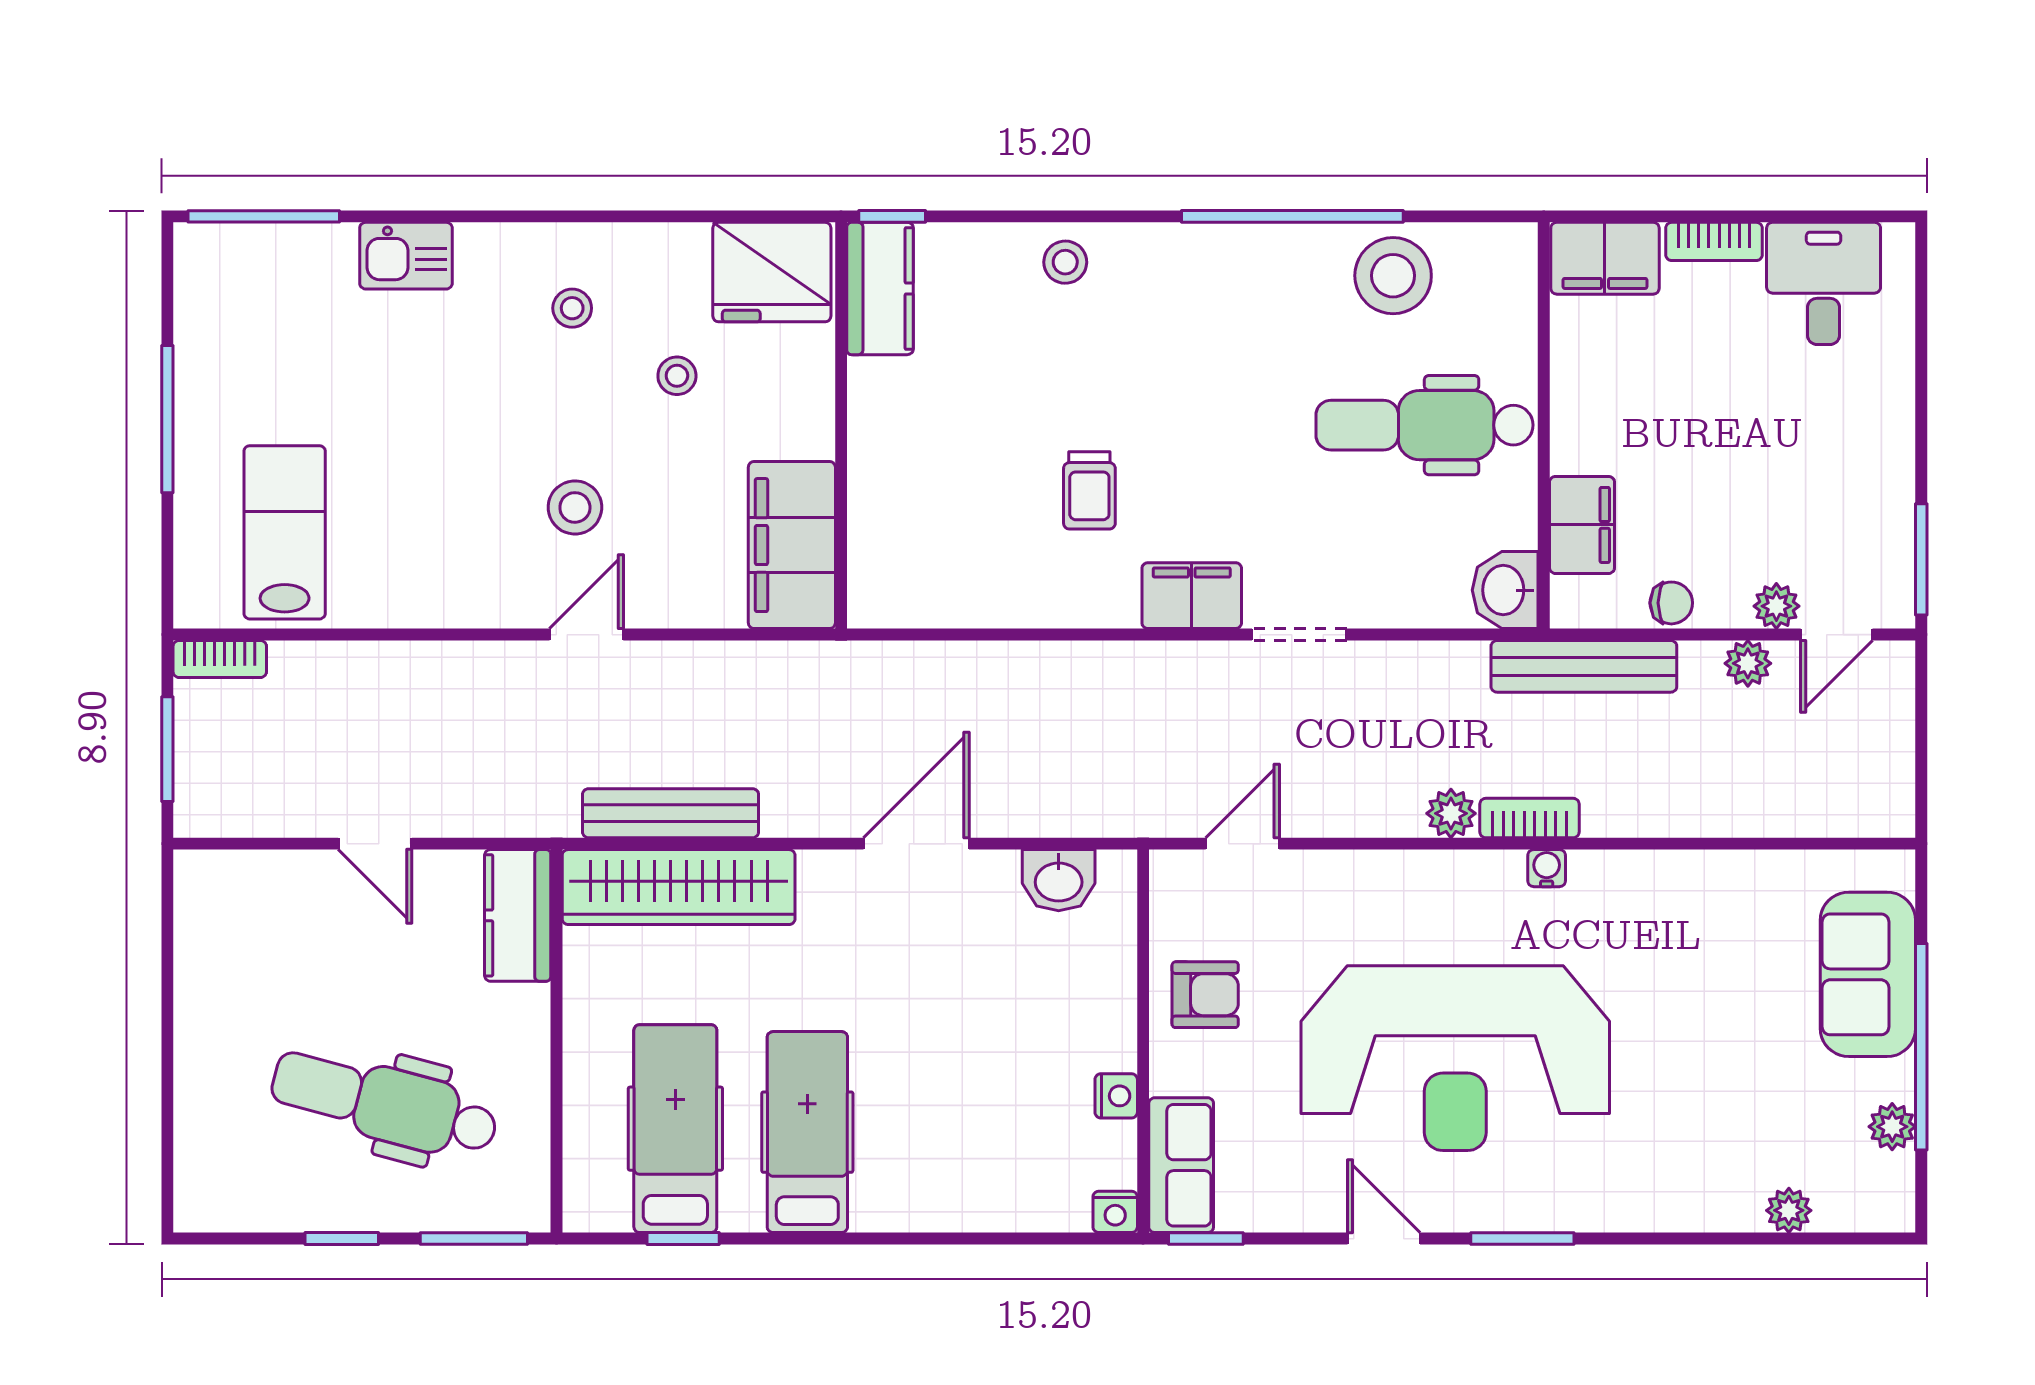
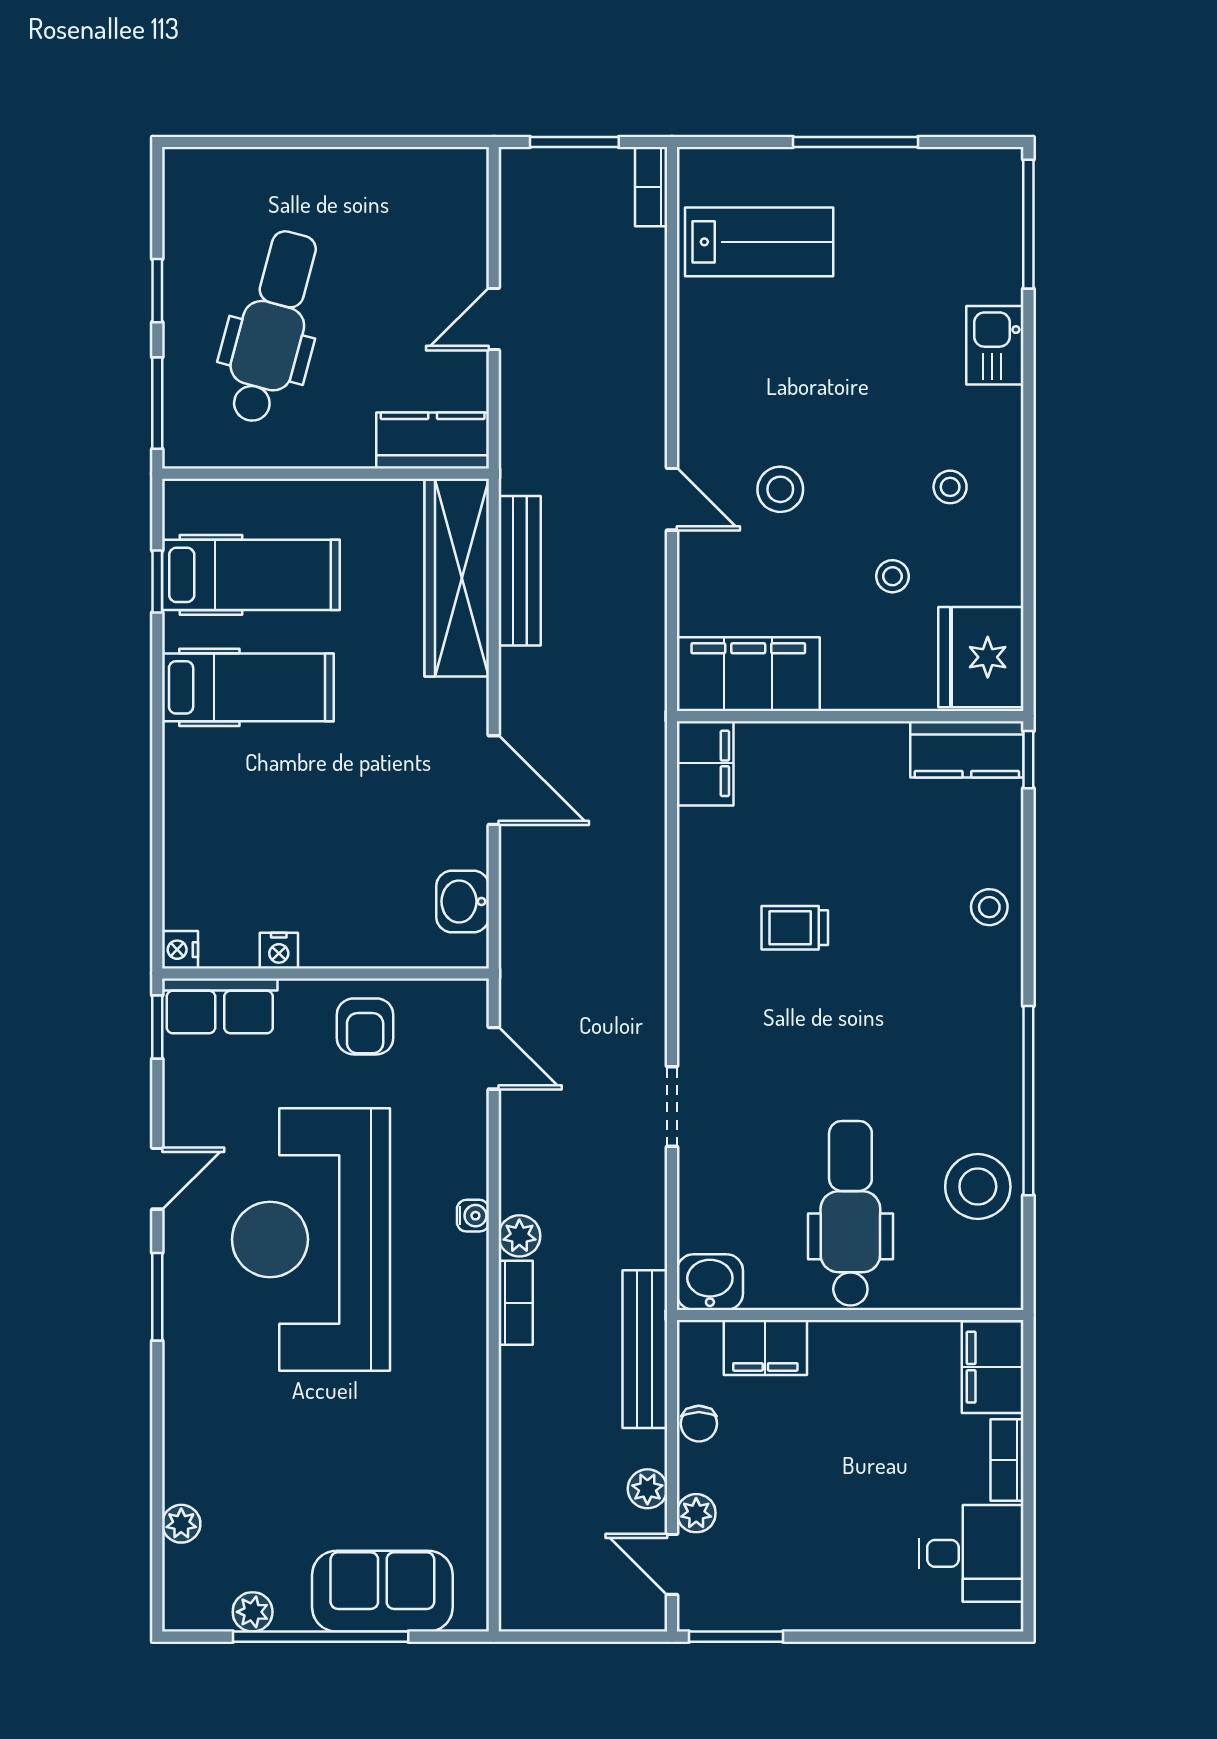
filing cabinet: (1192, 596) -> (705, 763), moved
water cooler: (1547, 868) -> (473, 1216), moved

